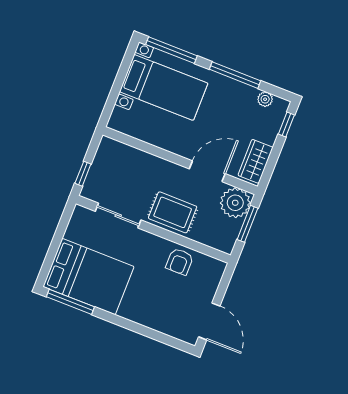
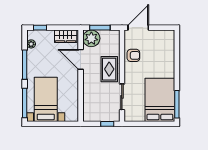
door: (209, 321) -> (138, 28), moved

